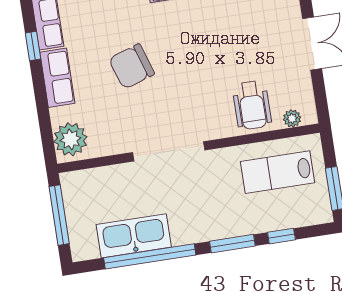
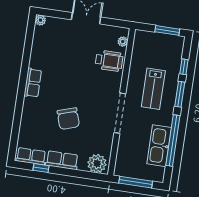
lab bench: (278, 172) -> (153, 89), moved

